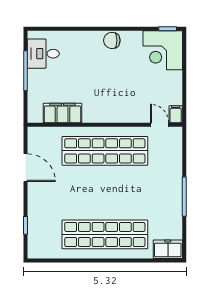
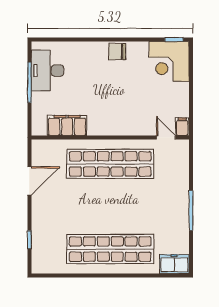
desk: (43, 54) -> (47, 71), width x1.37
door: (26, 168) -> (29, 181), hinge flipped

